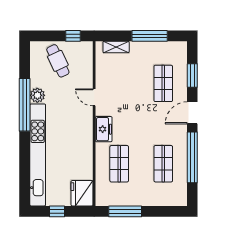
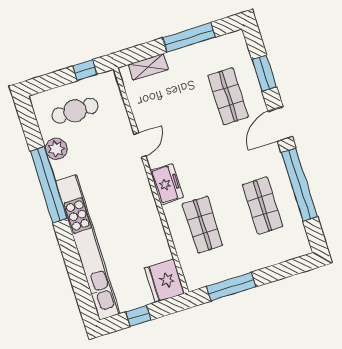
cafe table: (58, 61) -> (75, 111), turned -65
plant: (37, 95) -> (56, 149), moved
door: (94, 97) -> (140, 145), swing flipped

